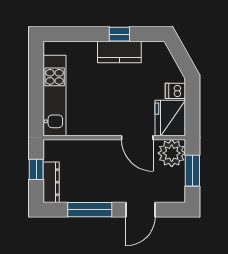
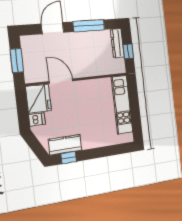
window: (119, 34) -> (69, 158), moved
kitchen counter: (119, 52) -> (65, 145), moved
plant: (172, 153) -> (34, 72), removed

